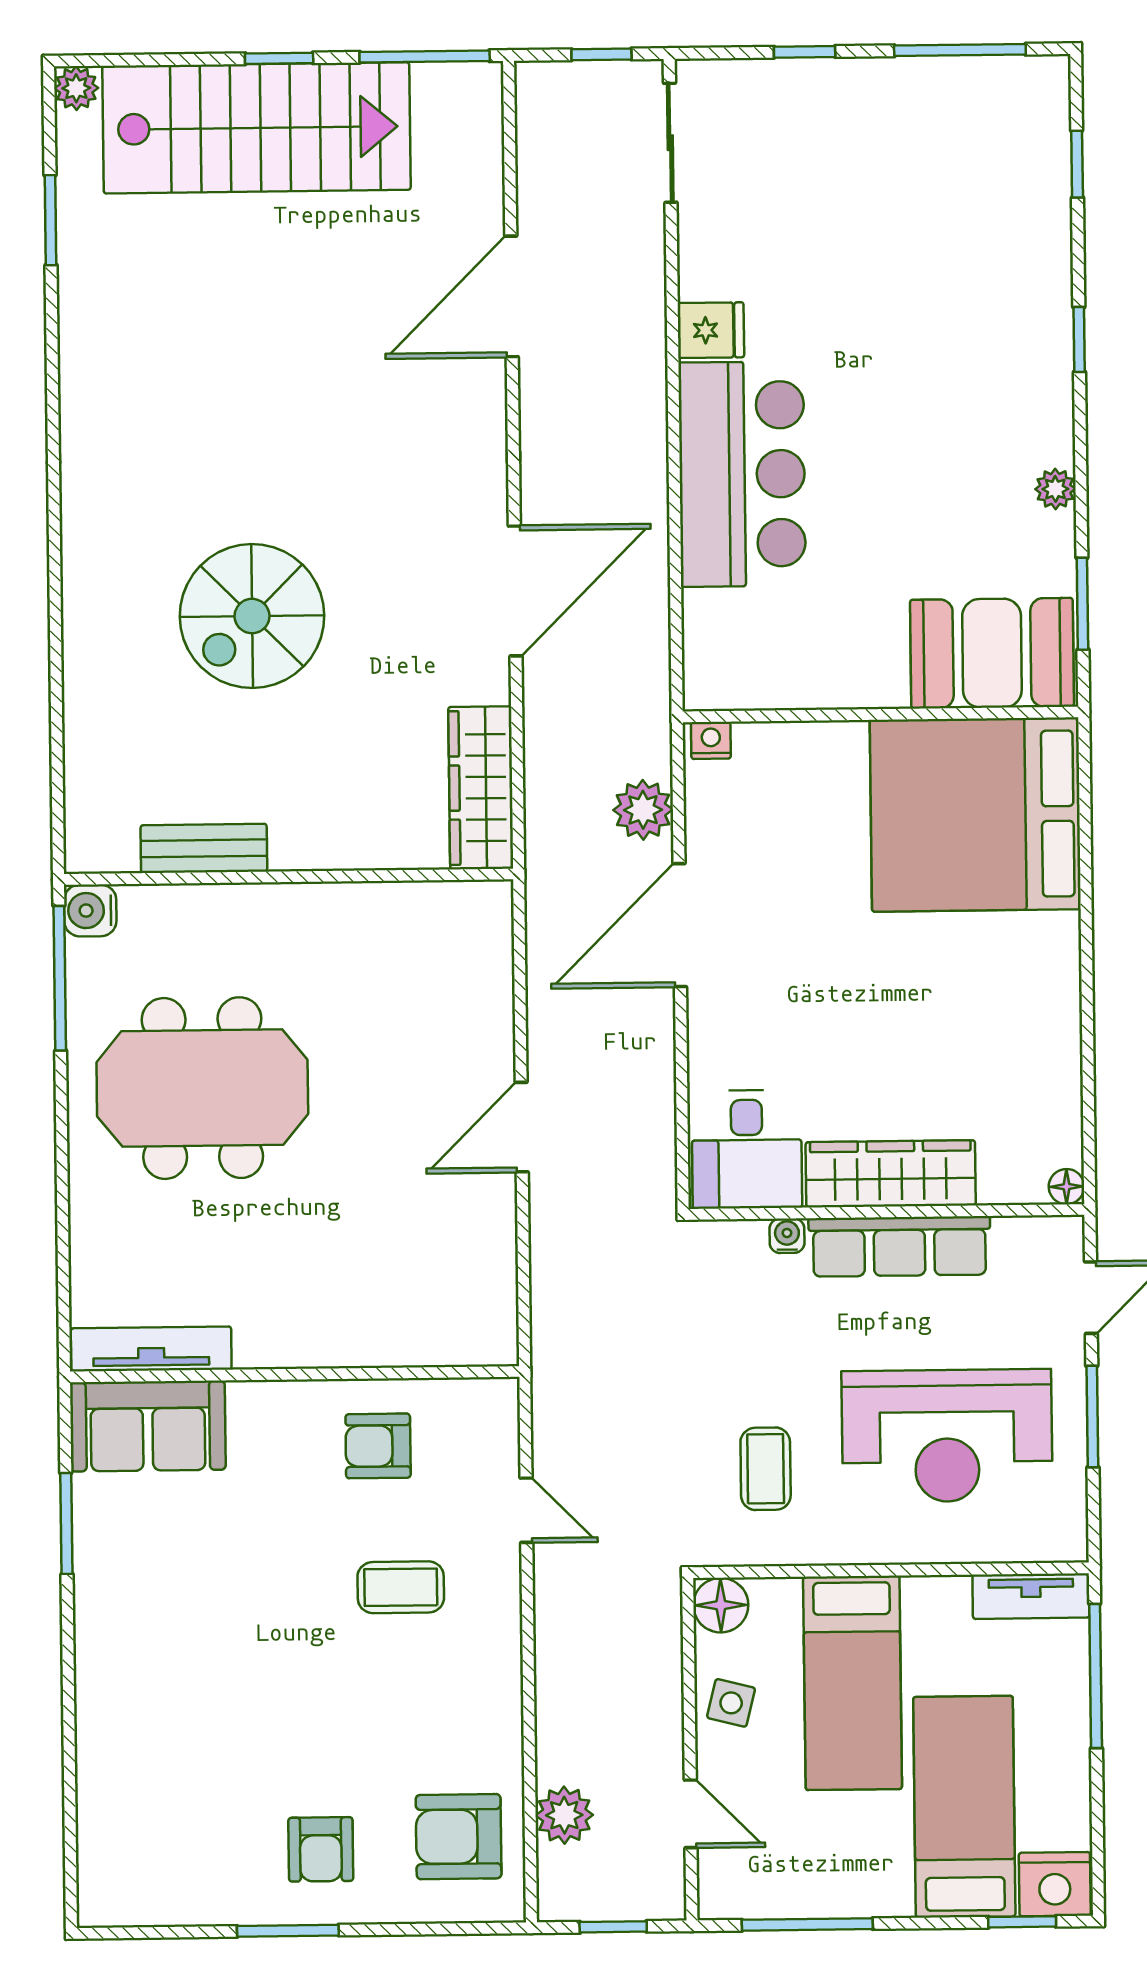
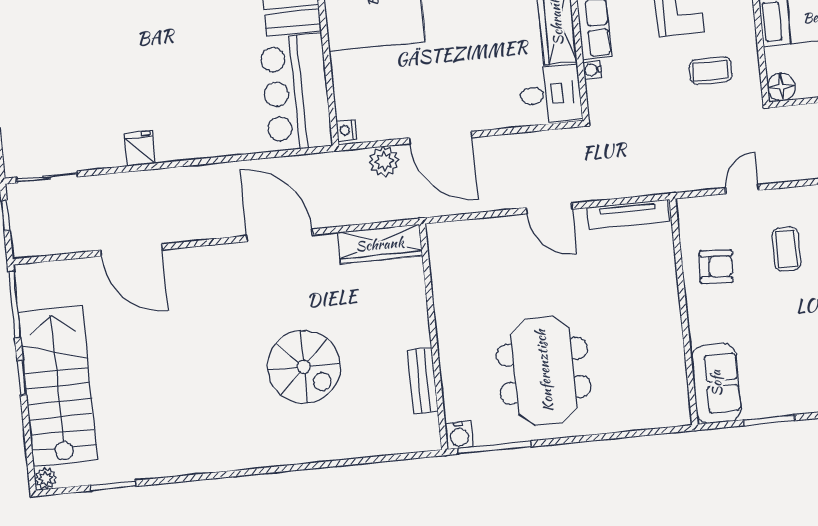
bar counter: (742, 474) -> (296, 92), moved, turned -90
tv unit: (151, 1349) -> (628, 214), moved, turned -90
armchair: (378, 1446) -> (716, 267), turned -86

